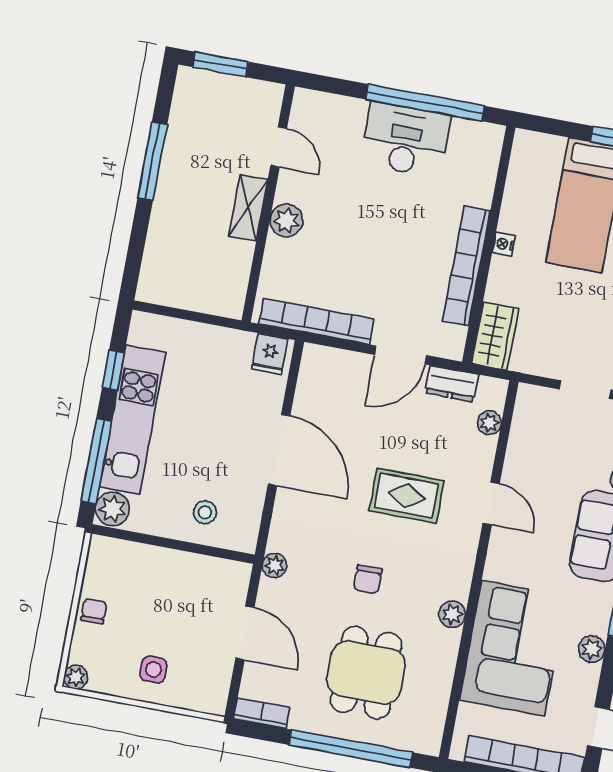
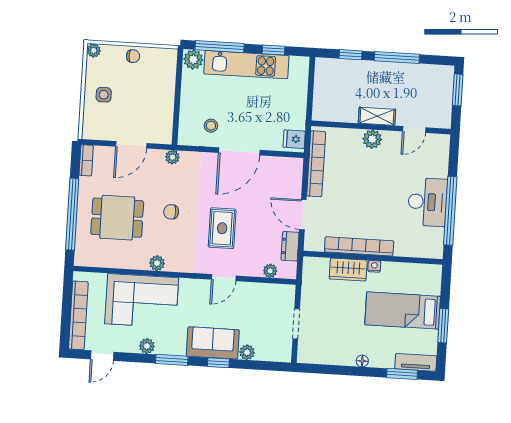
window: (138, 240) -> (351, 55), added
wardrobe: (495, 336) -> (348, 270), moved
stool: (205, 512) -> (211, 126), moved

